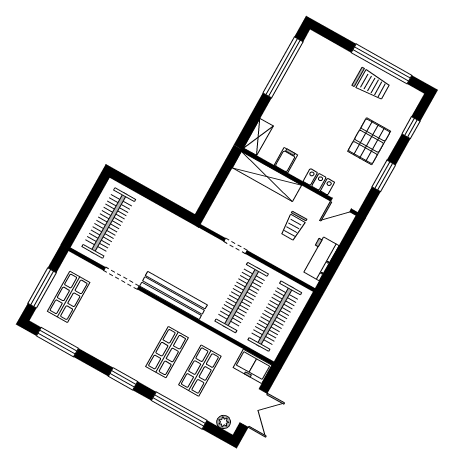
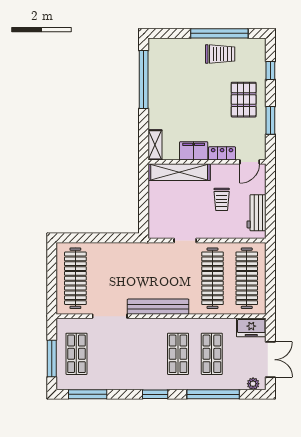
filing cabinet: (286, 160) -> (194, 151), width x2.00

